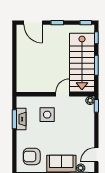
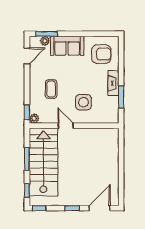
door: (33, 23) -> (100, 208), hinge flipped
door: (63, 94) -> (66, 126), swing flipped
fireplace: (21, 119) -> (113, 83), moved
coffee table: (75, 126) -> (51, 89), added

